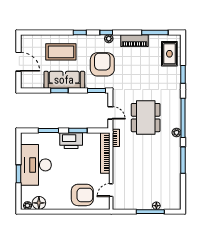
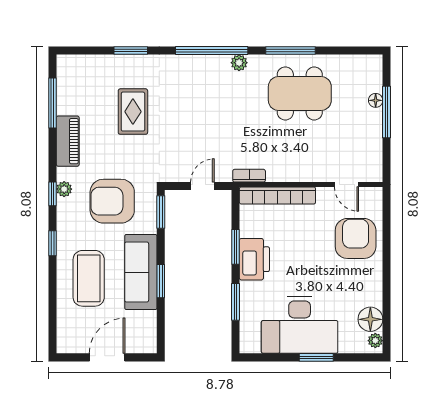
rug: (169, 54) -> (133, 112), moved, turned 90
dining table: (146, 118) -> (300, 93), moved

